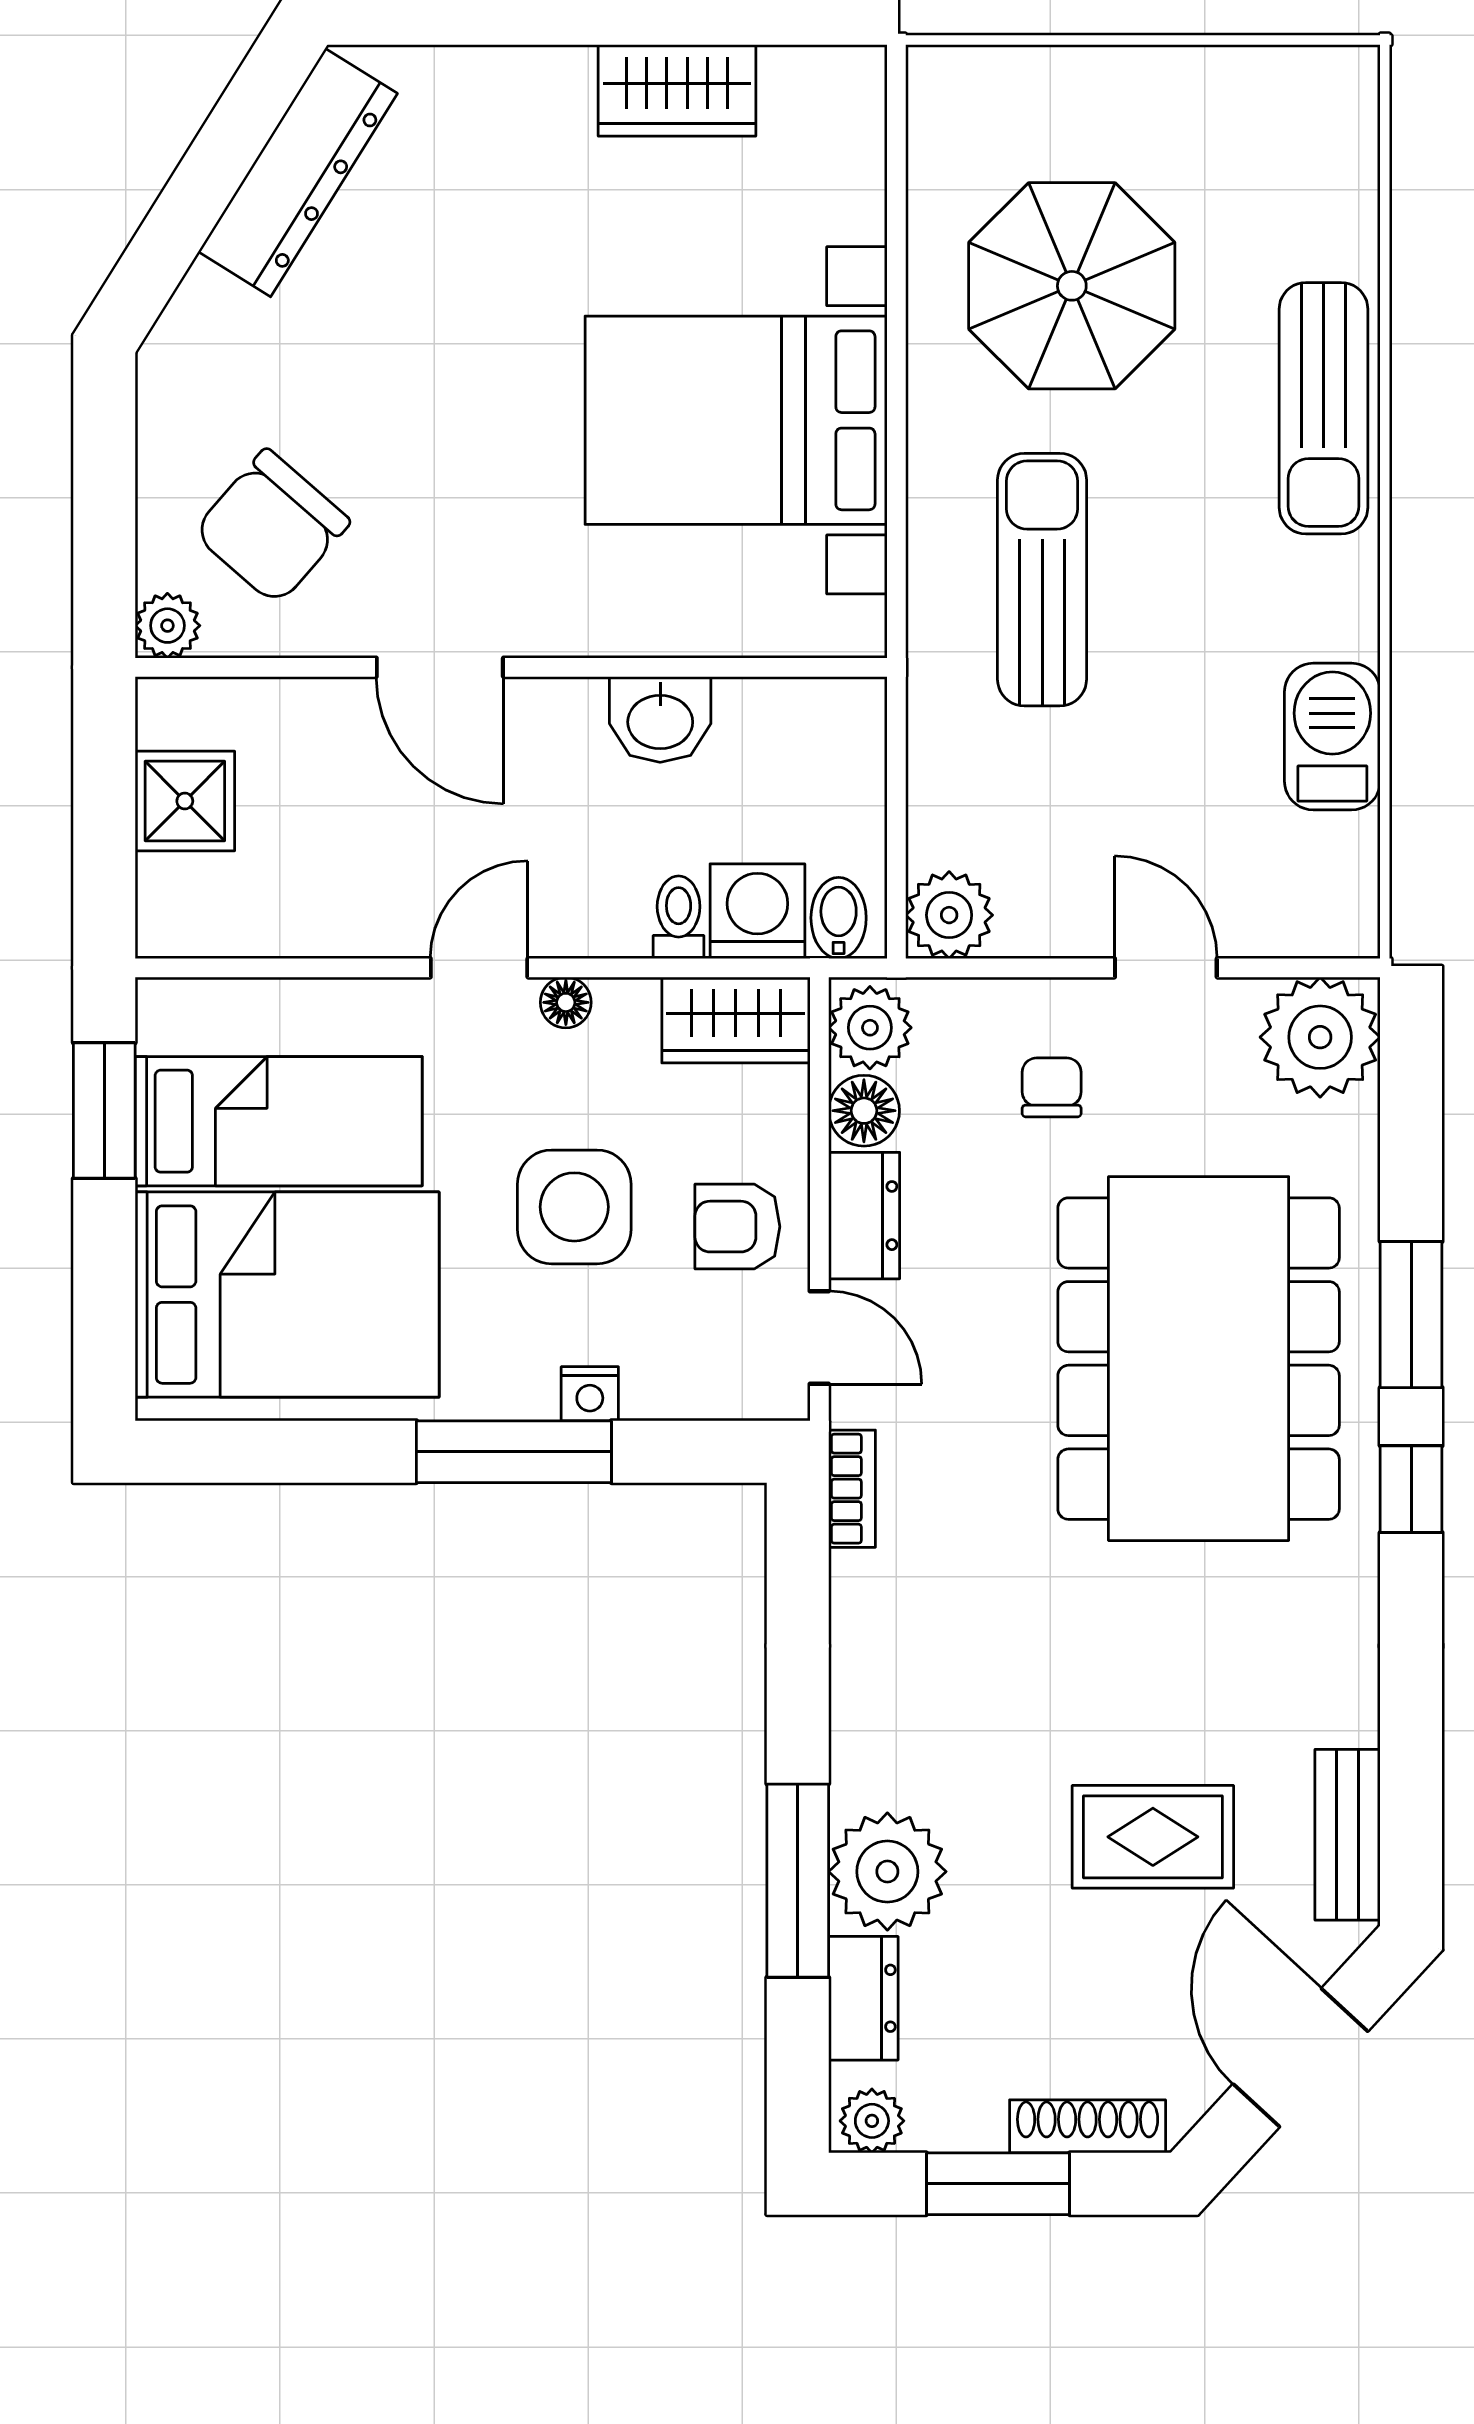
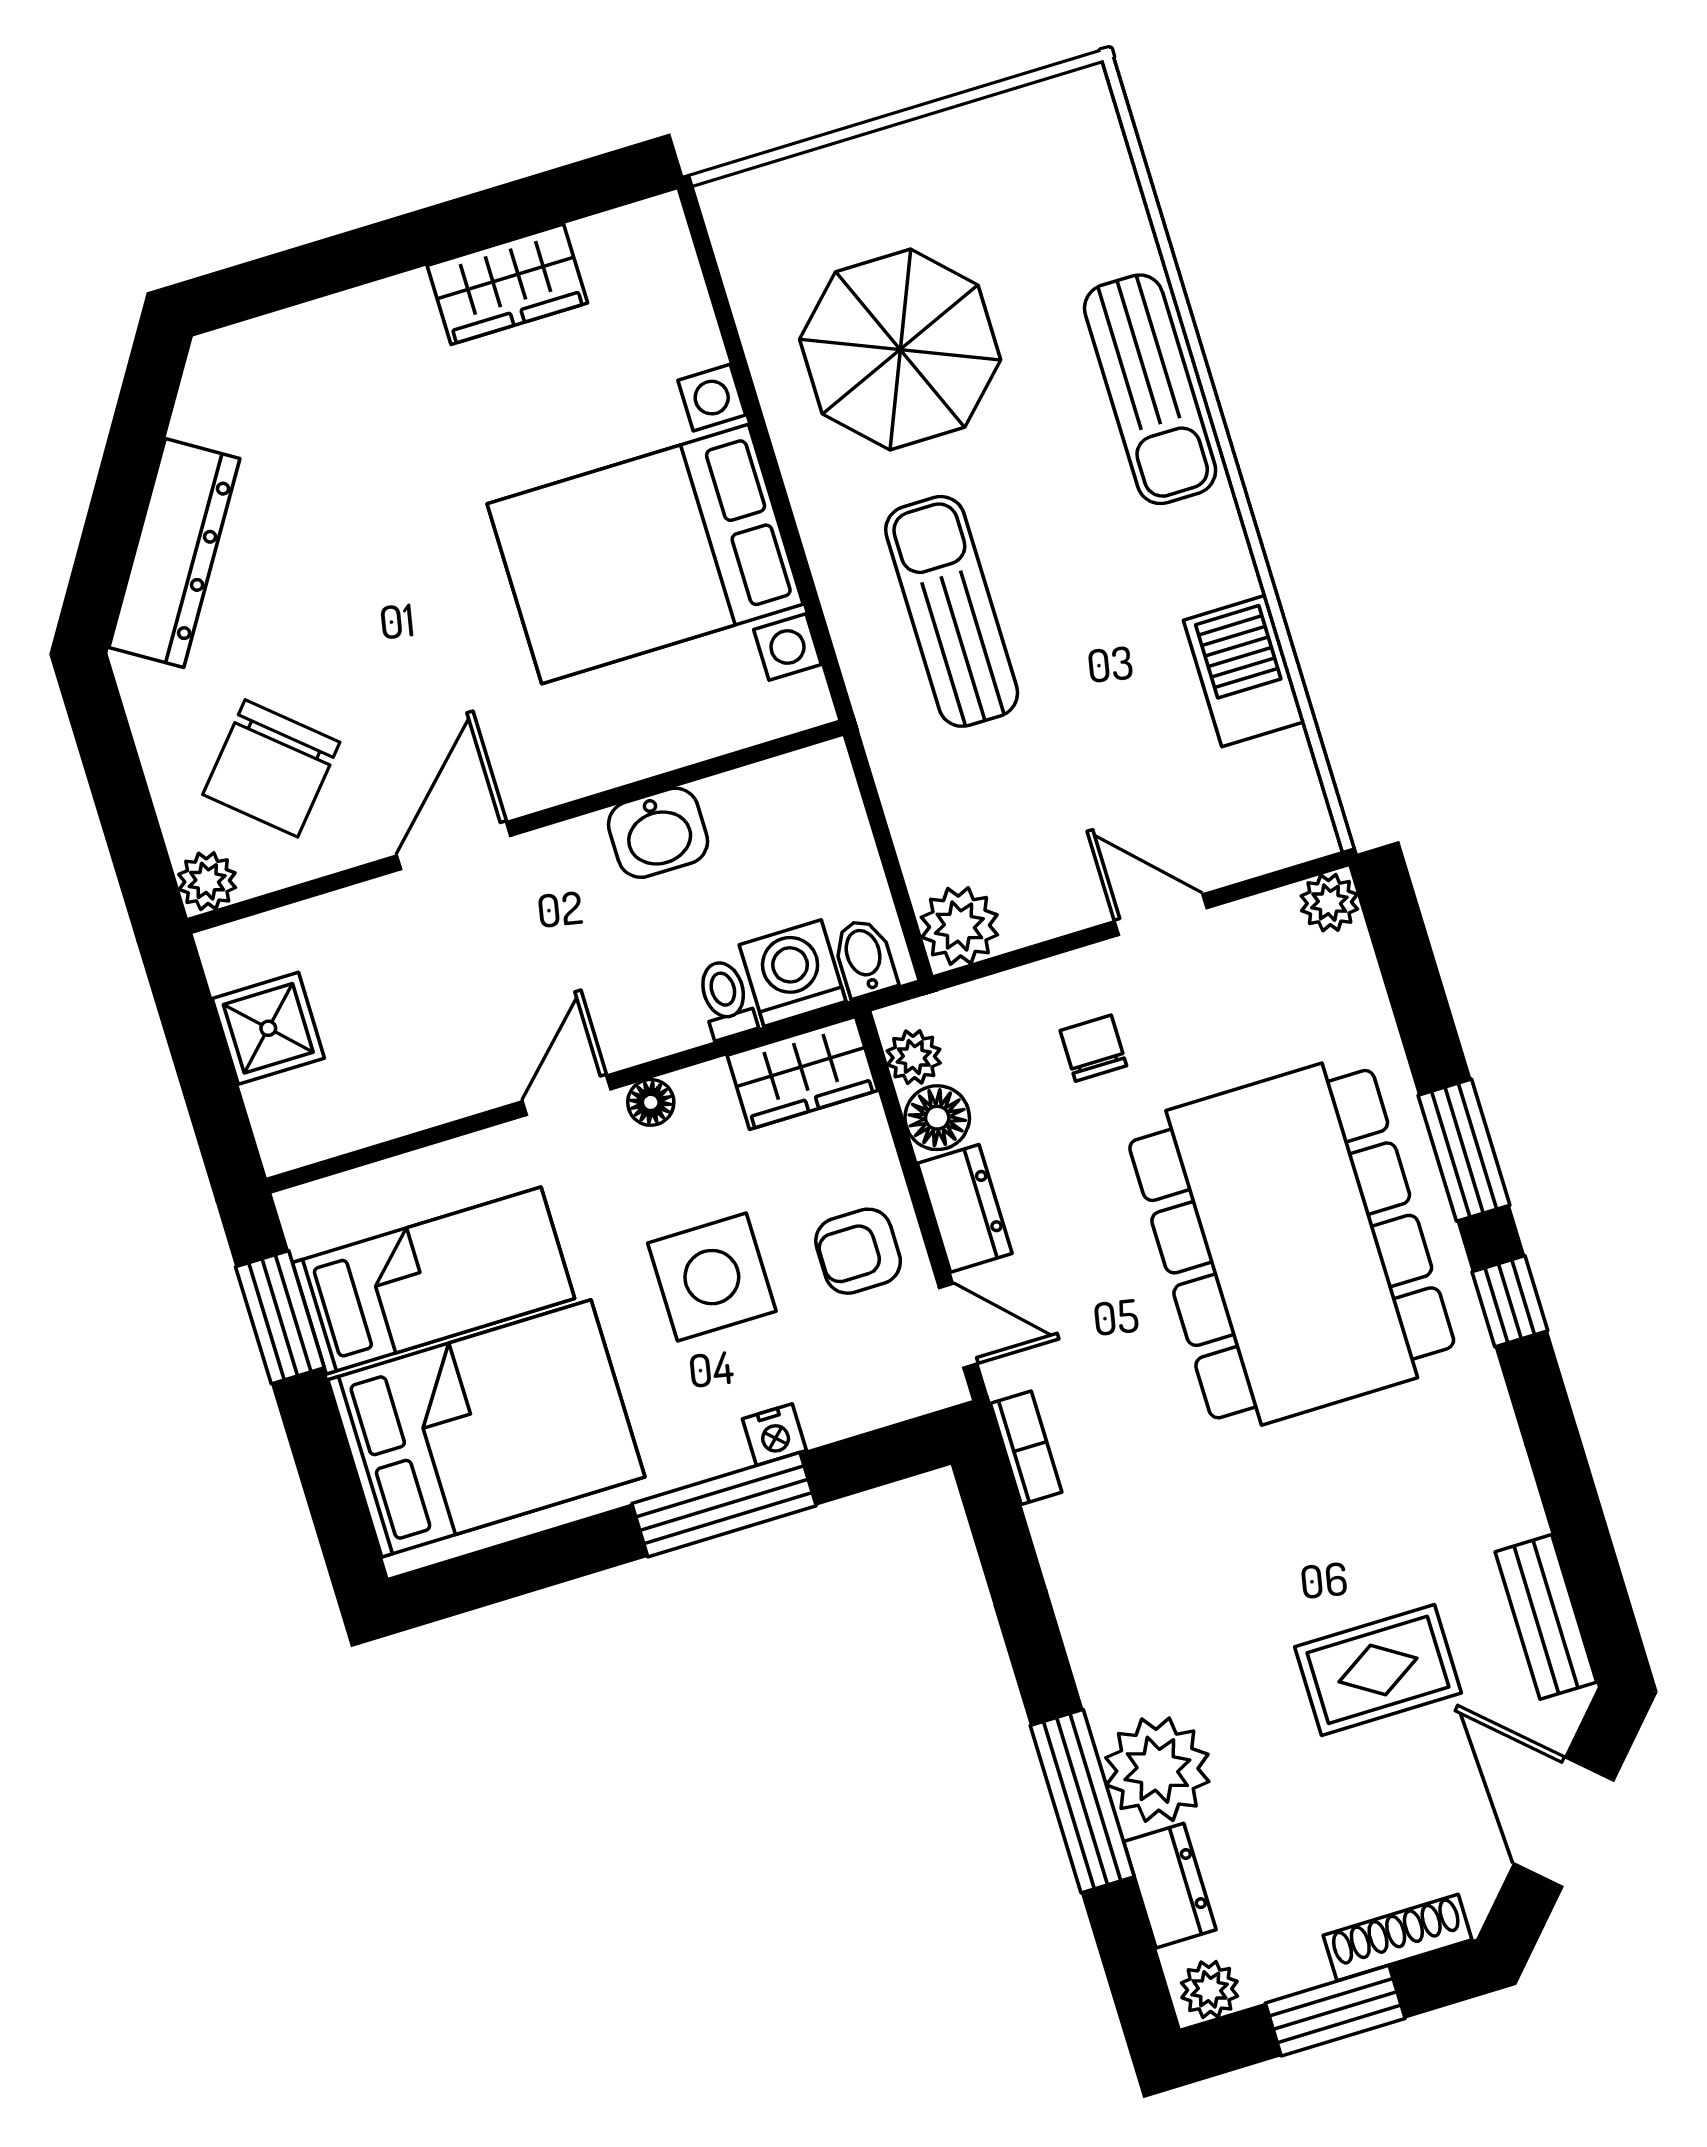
dresser: (298, 173) -> (174, 553), moved
door: (440, 667) -> (454, 846), swing flipped
plant: (870, 1028) -> (914, 1057), width x0.73, depth x0.73
plant: (1320, 1037) -> (1329, 903), width x0.53, depth x0.53

